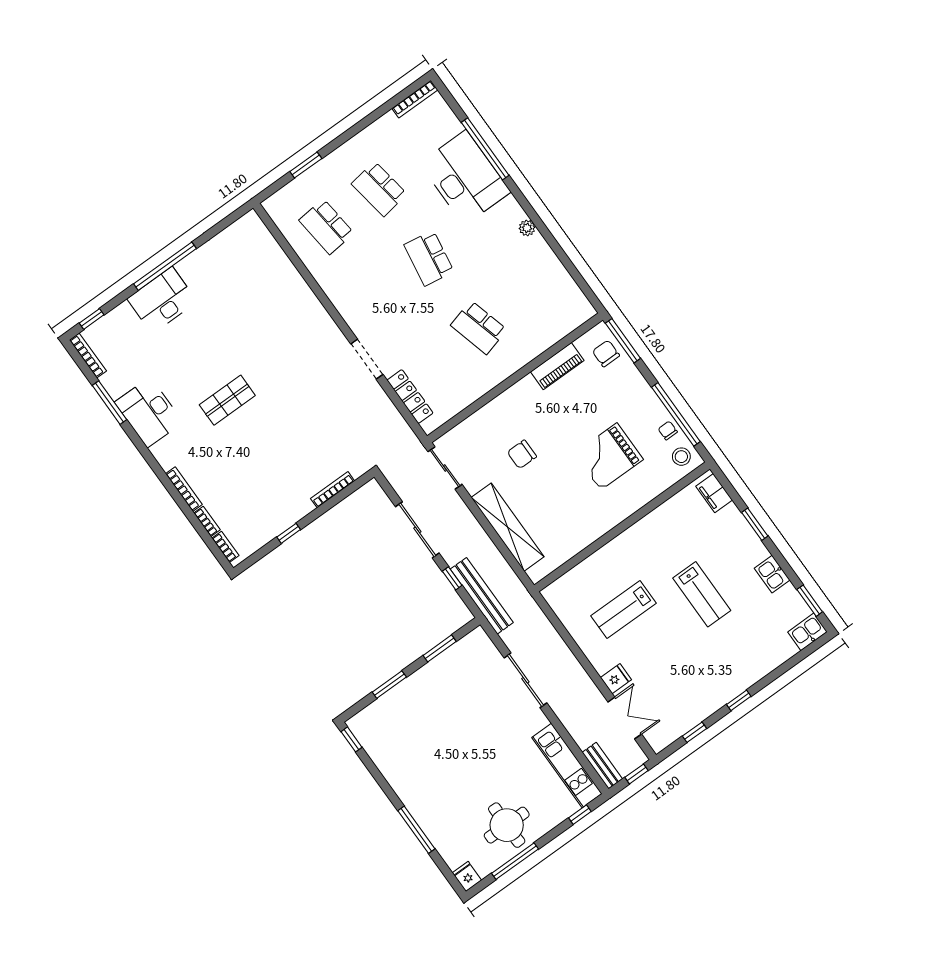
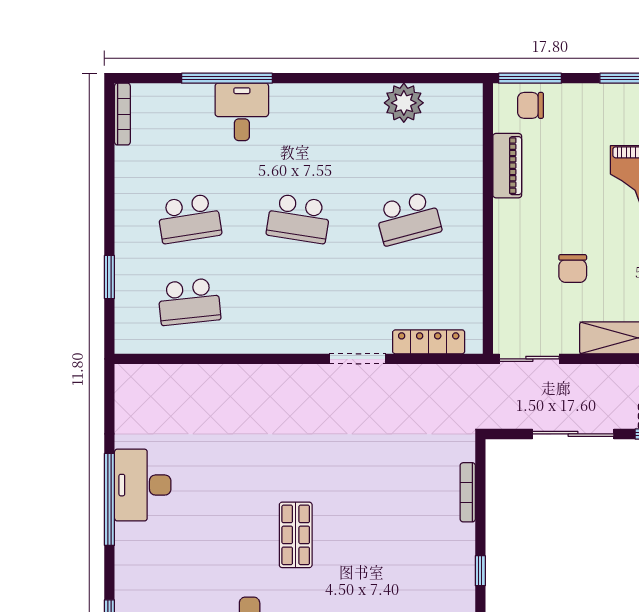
desk: (465, 178) -> (242, 112), width x0.53, depth x0.77
plant: (527, 228) -> (404, 103), moved, width x1.87, depth x1.87
desk: (162, 300) -> (143, 485), moved

